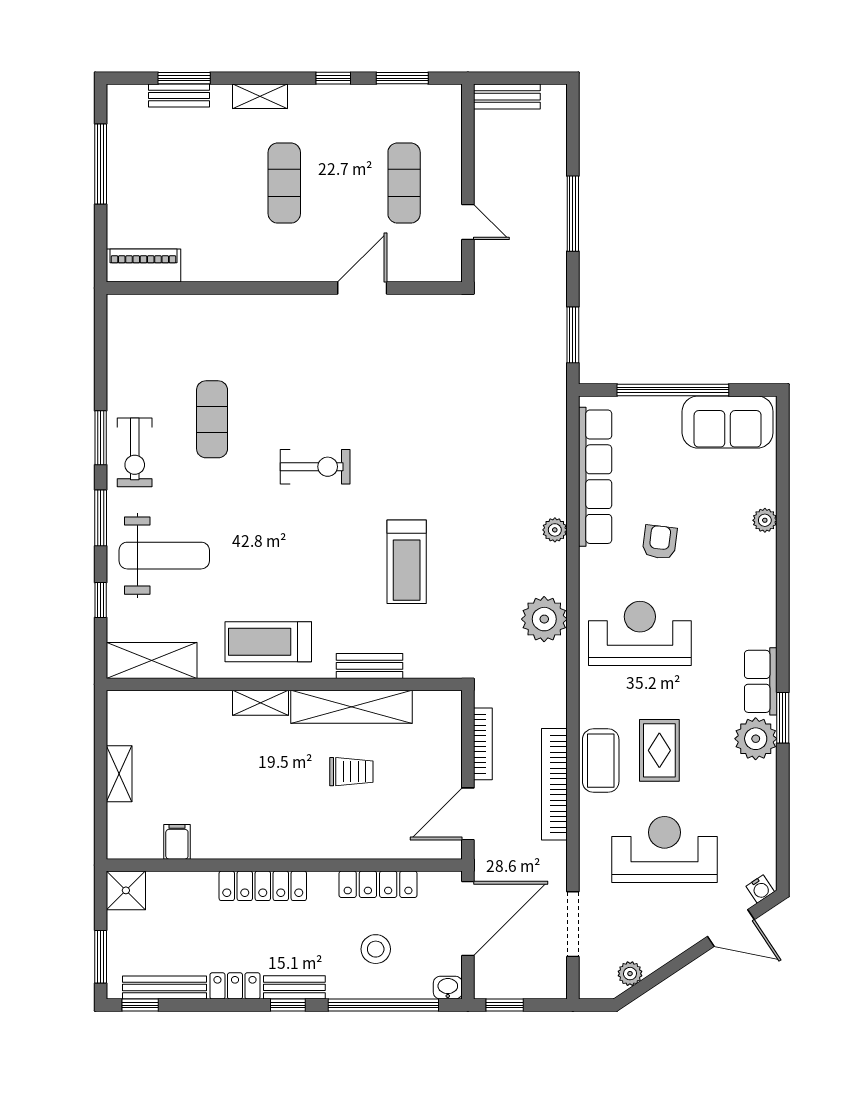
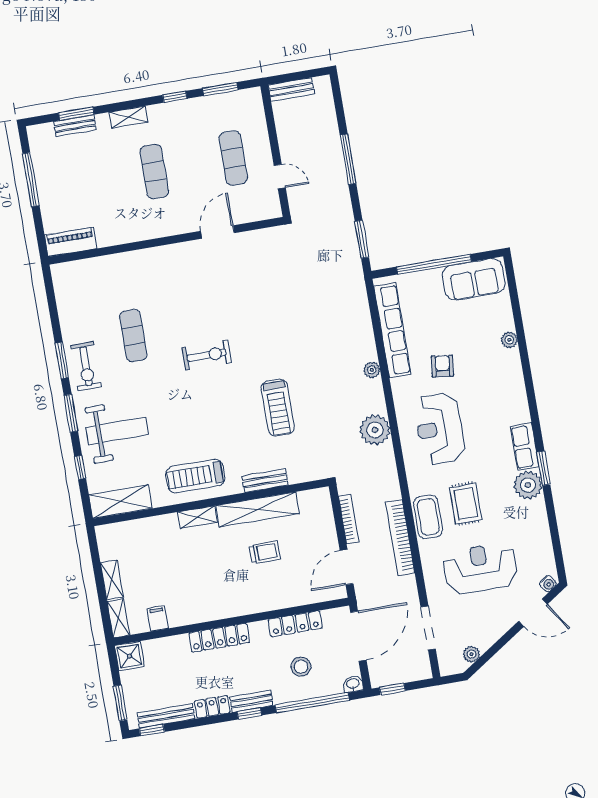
reception desk: (640, 633) -> (440, 429), turned -90
shelving: (119, 832) -> (118, 618), added

